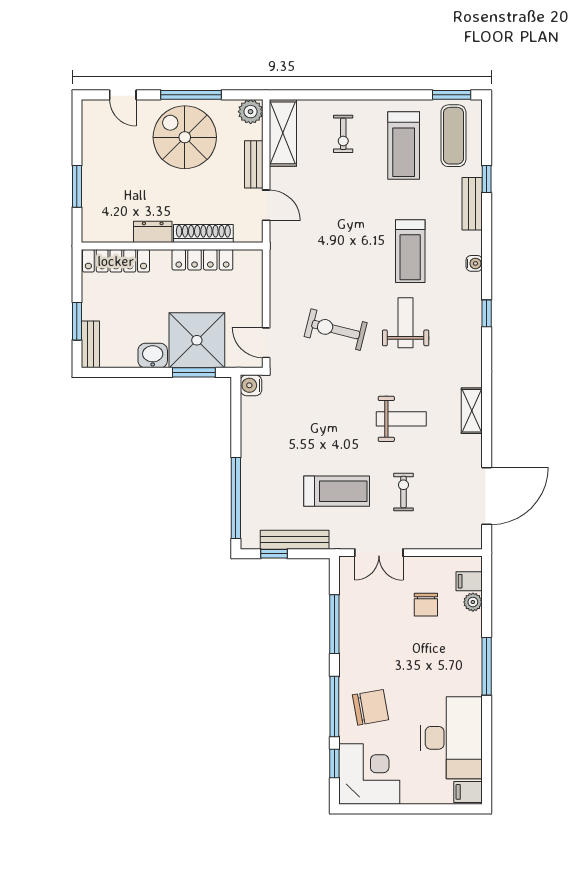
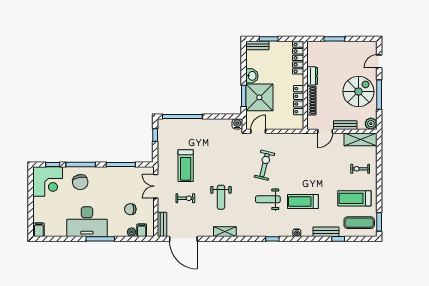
weight bench: (406, 323) -> (268, 199), turned 180
bench: (295, 540) -> (162, 224), moved, width x0.73
desk: (451, 738) -> (87, 222), moved

